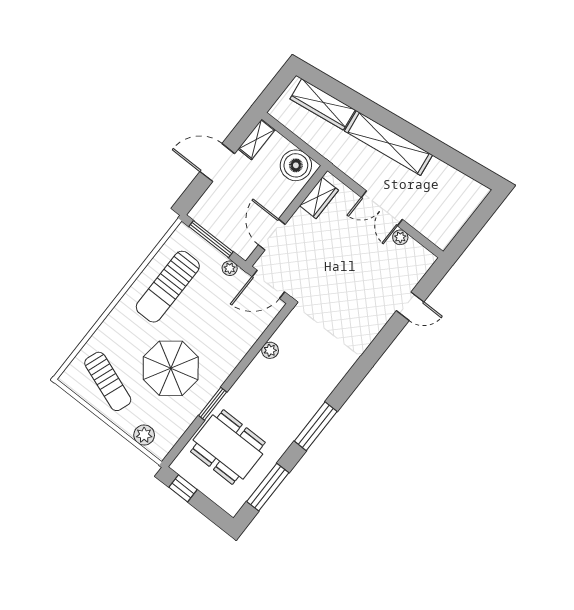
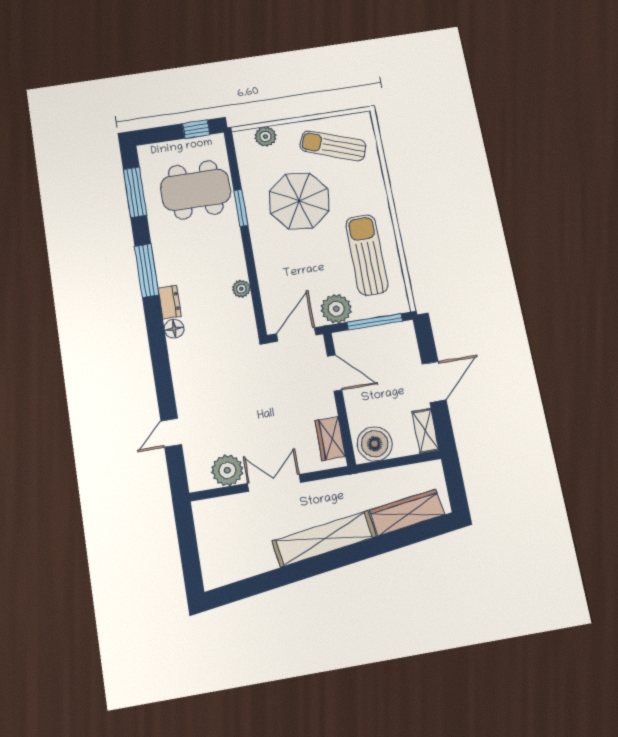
plant: (400, 237) -> (227, 470), width x1.87, depth x1.87
plant: (230, 268) -> (336, 309), width x1.88, depth x1.88
floor lamp: (339, 370) -> (174, 329), added
dresser: (324, 390) -> (170, 302), added

